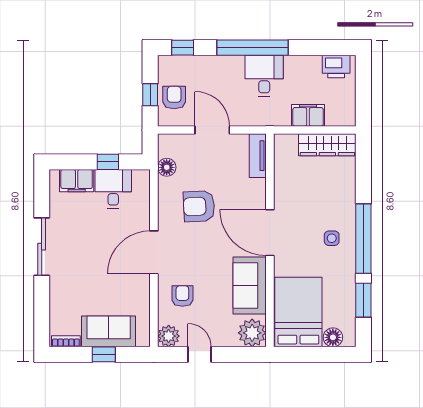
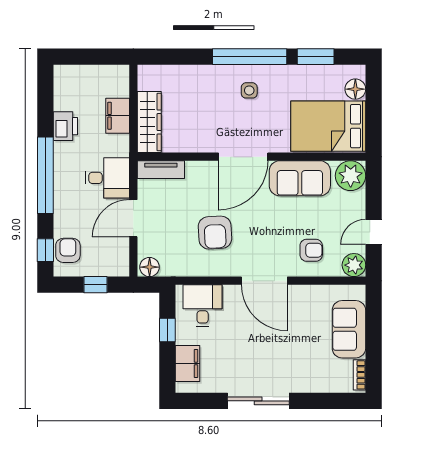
printer: (336, 66) -> (65, 126), moved
desk: (264, 76) -> (107, 178), moved, turned 180
armchair: (174, 97) -> (68, 250), moved, turned 90
wardrobe: (327, 145) -> (149, 122), moved
floor lamp: (167, 167) -> (150, 267), moved
desk: (113, 189) -> (203, 306), moved, turned 90
armchair: (182, 296) -> (311, 250), turned 180
window: (104, 354) -> (374, 334), removed

